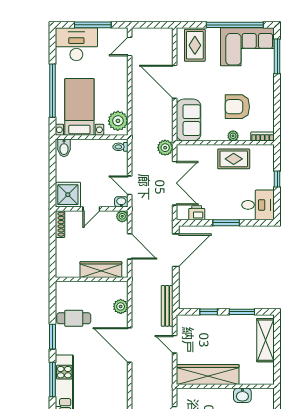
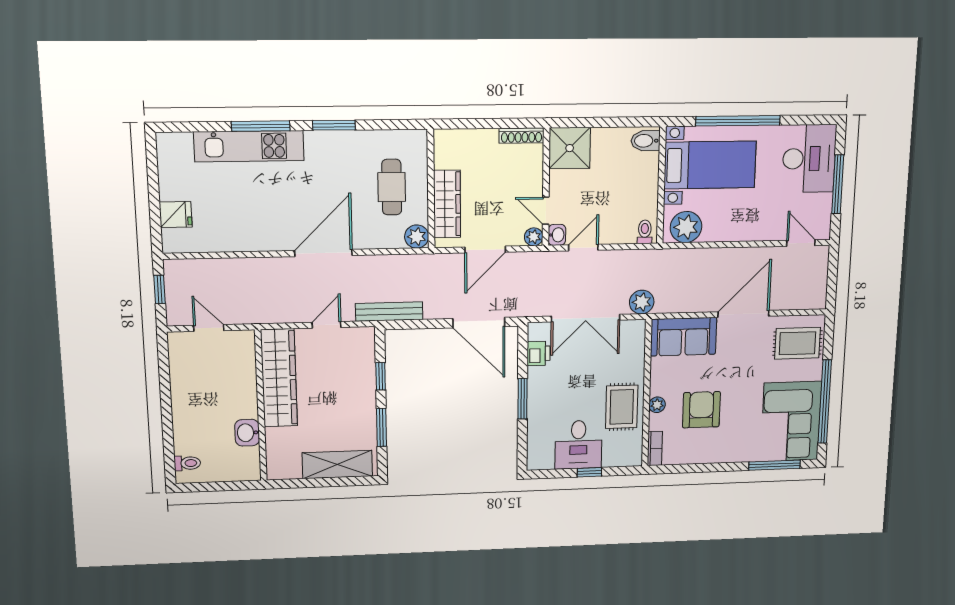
desk: (258, 205) -> (578, 445), moved
door: (91, 209) -> (546, 211), moved
plant: (121, 306) -> (417, 237), moved
cafe table: (74, 318) -> (392, 187), moved

